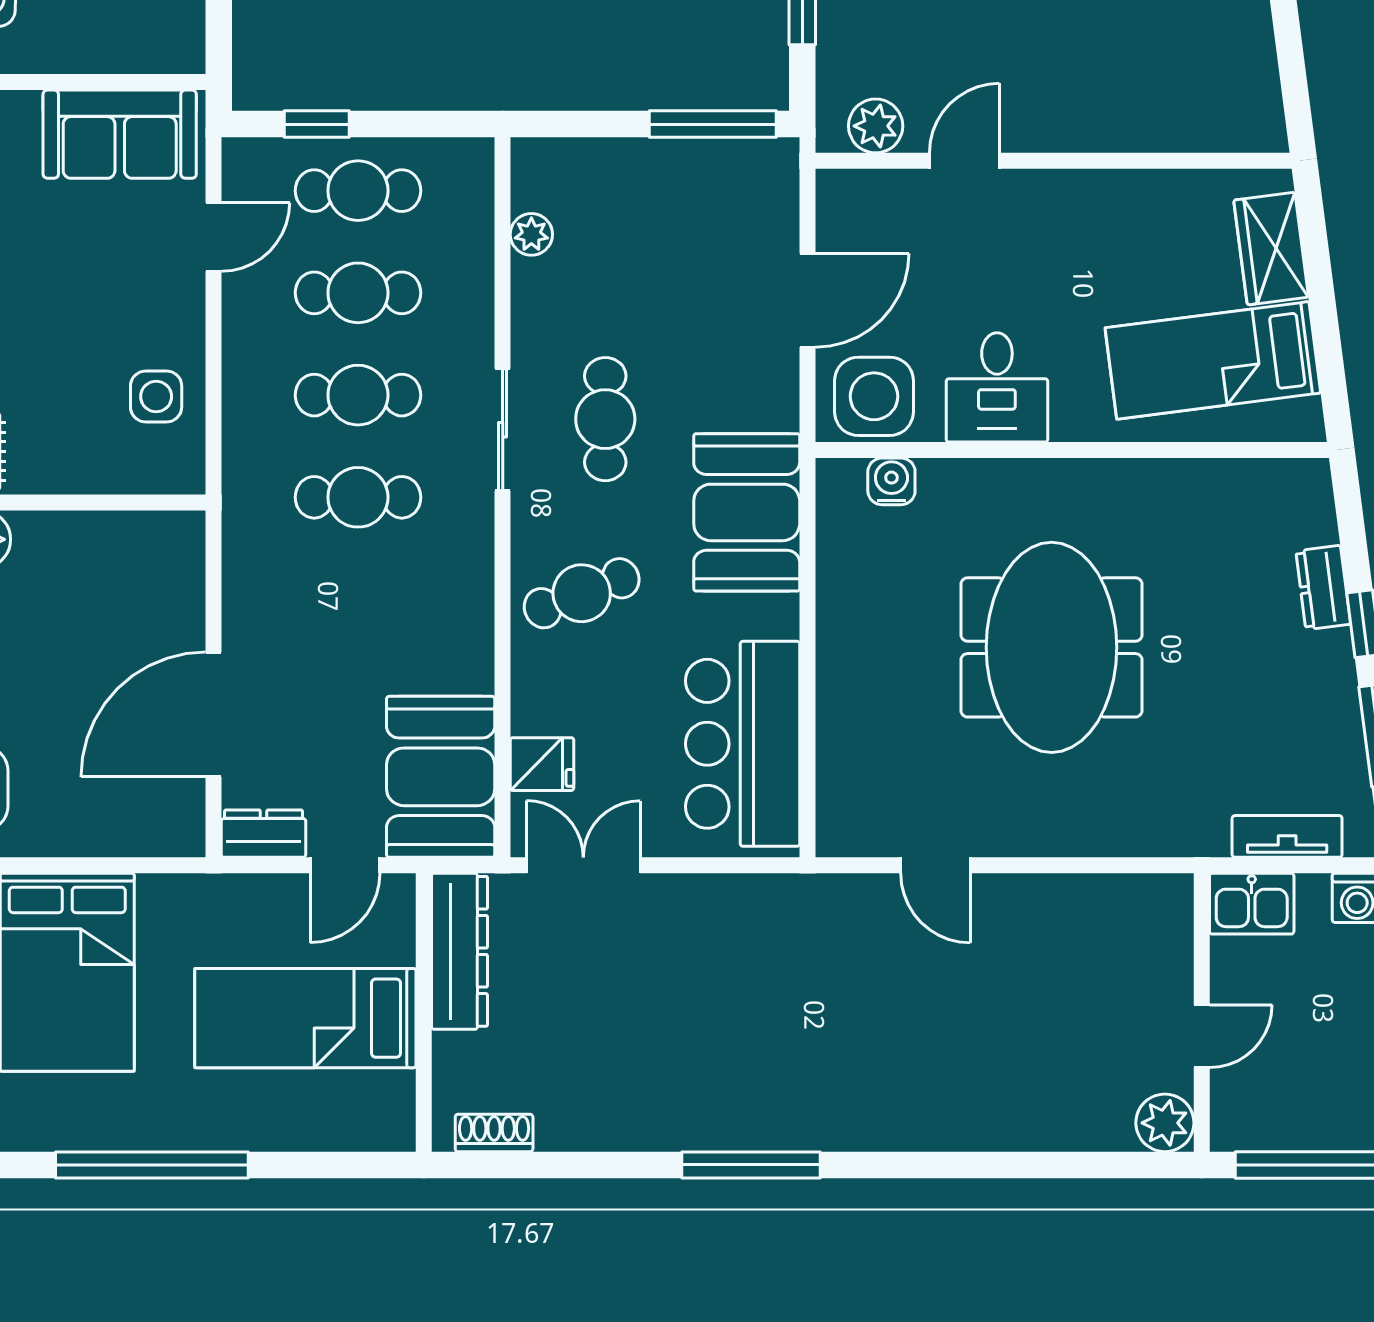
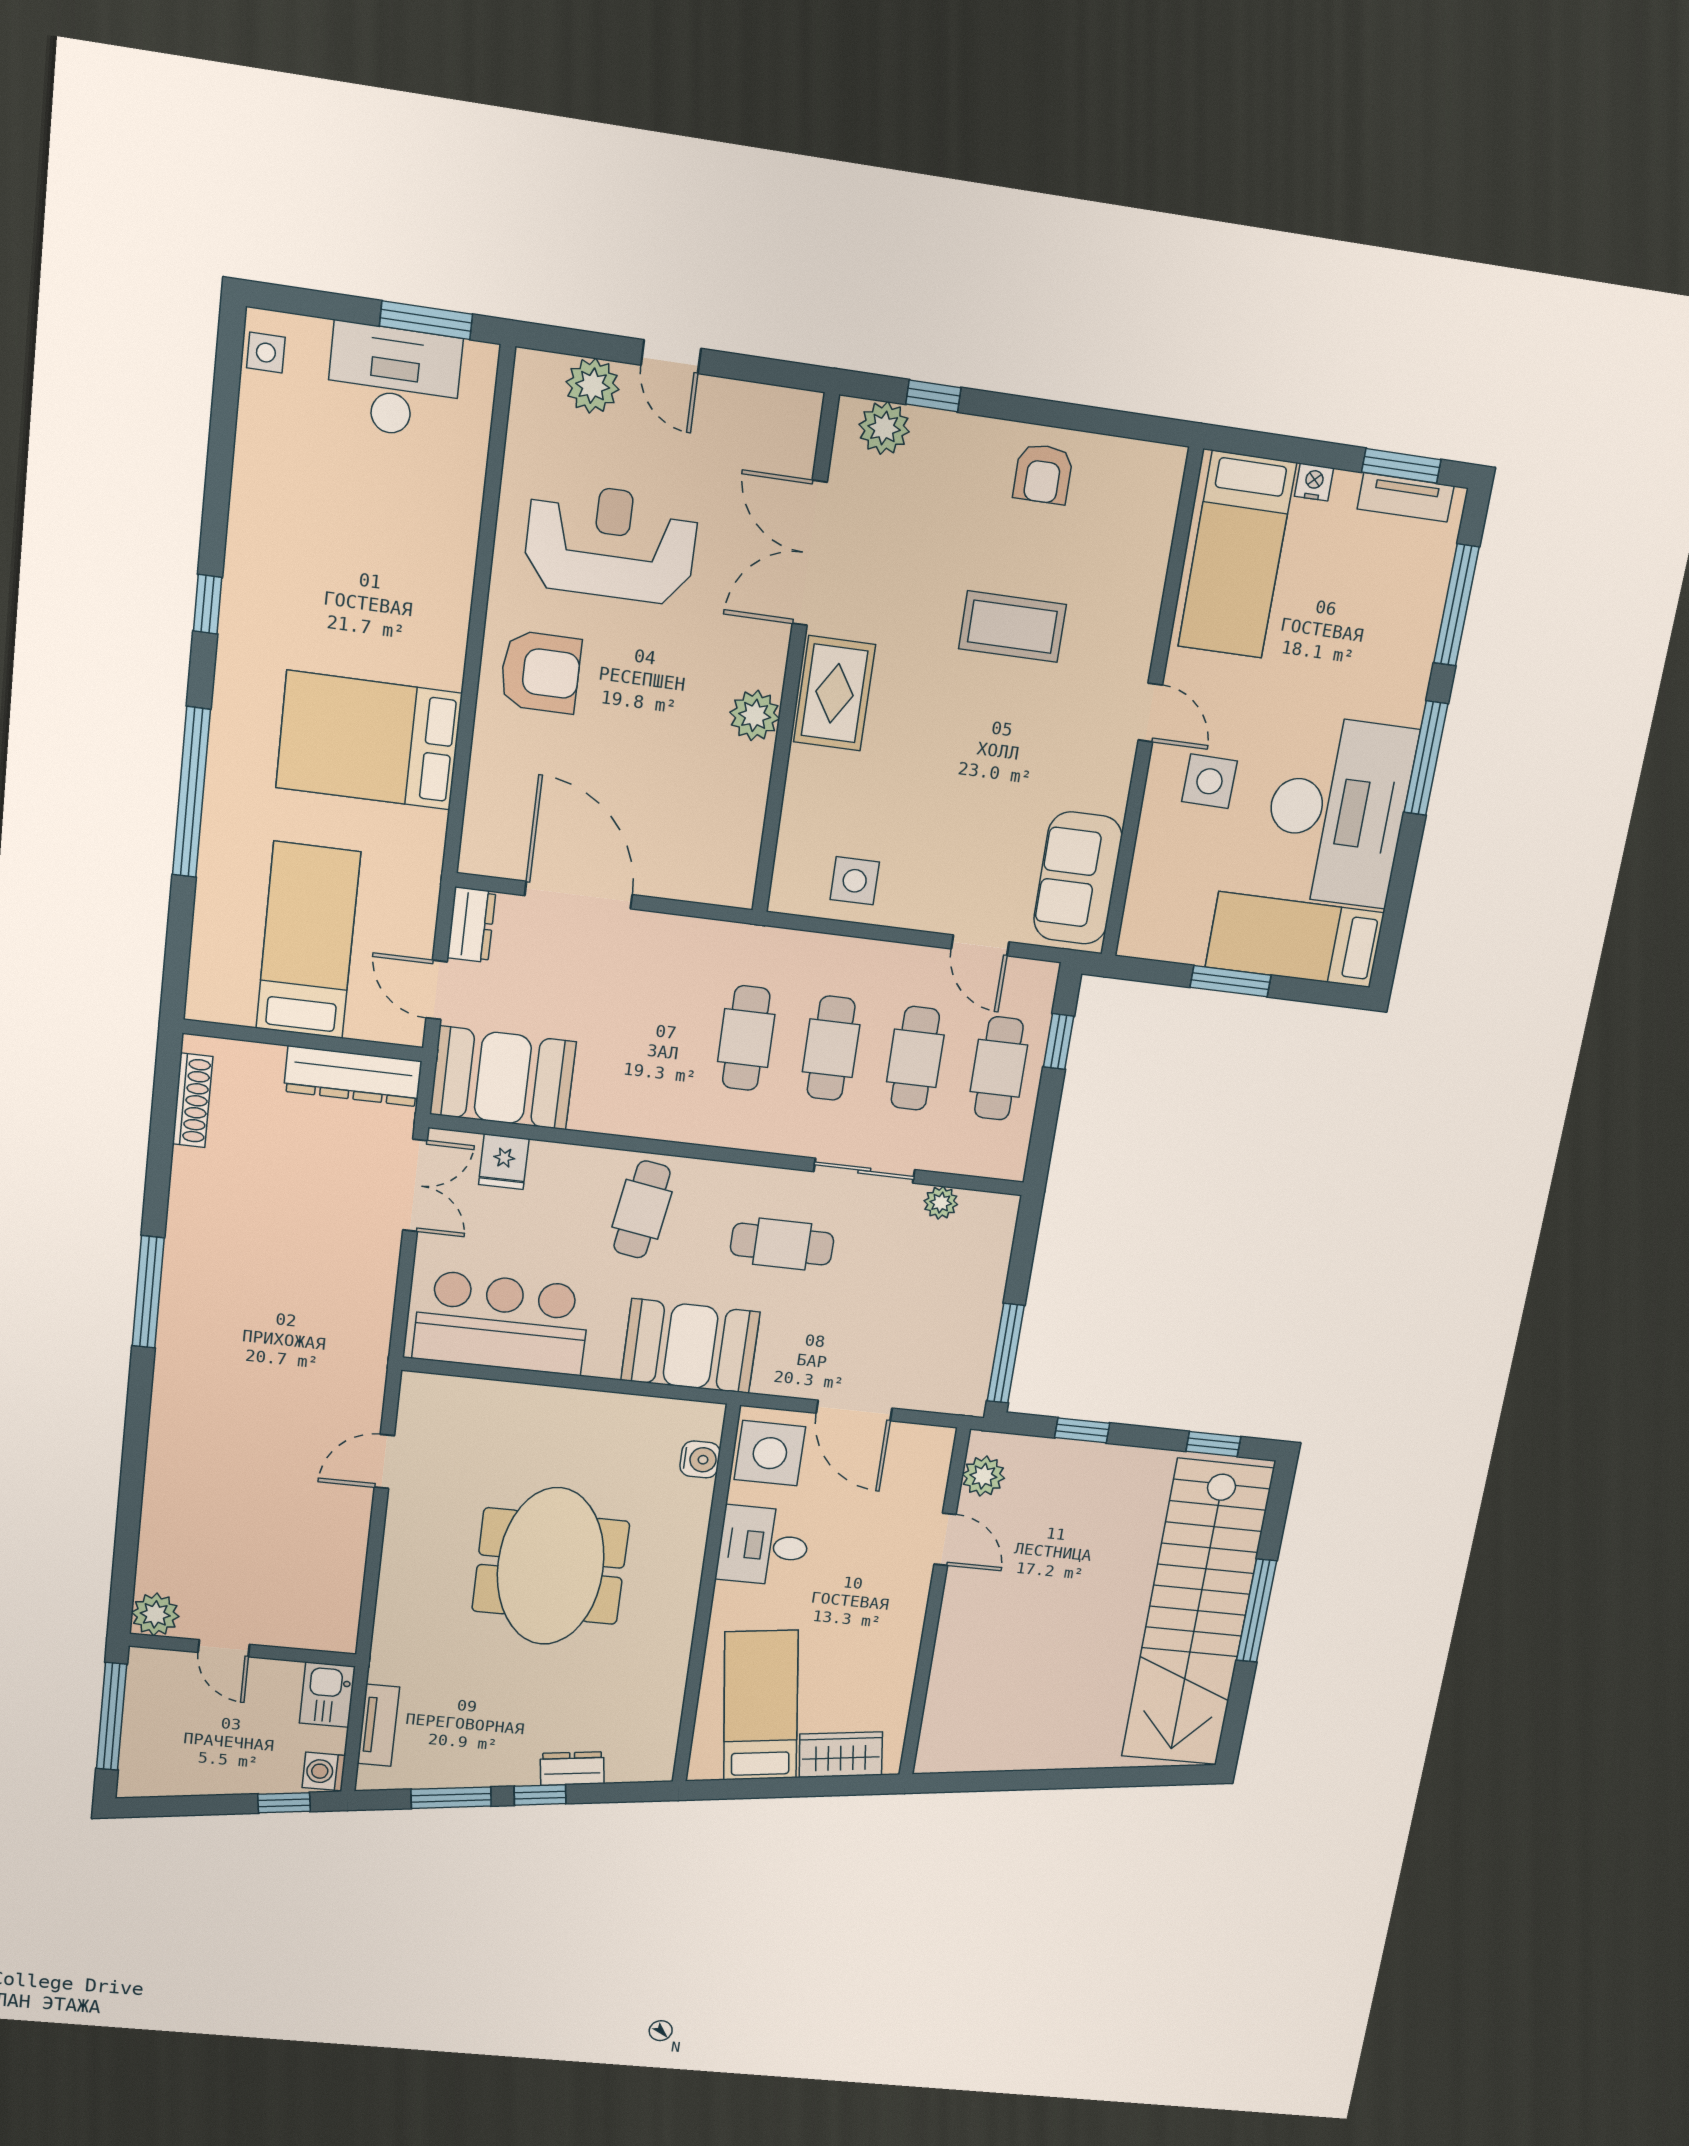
sliding door: (503, 430) -> (864, 1171), moved
cafe table: (582, 593) -> (642, 1209), turned 30
meeting table: (1052, 647) -> (551, 1566), turned 90
shoe rack: (494, 1133) -> (193, 1100), width x1.43

